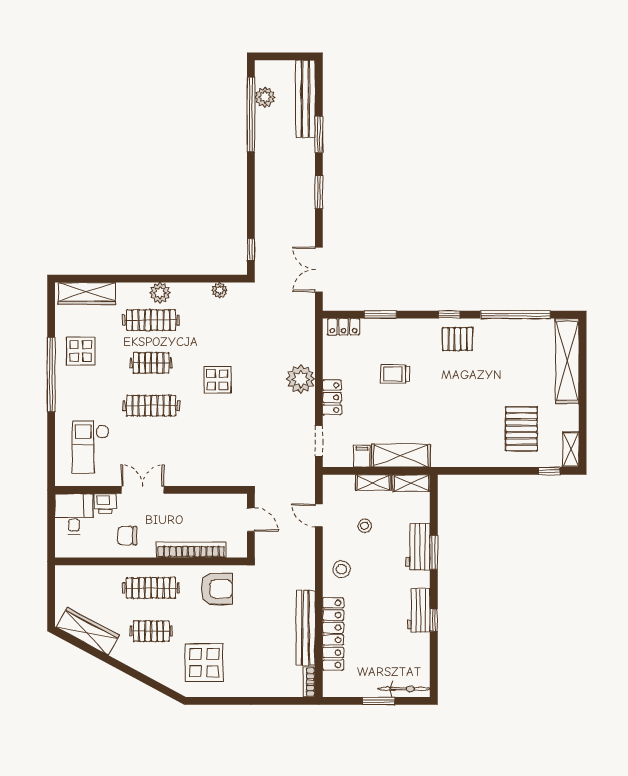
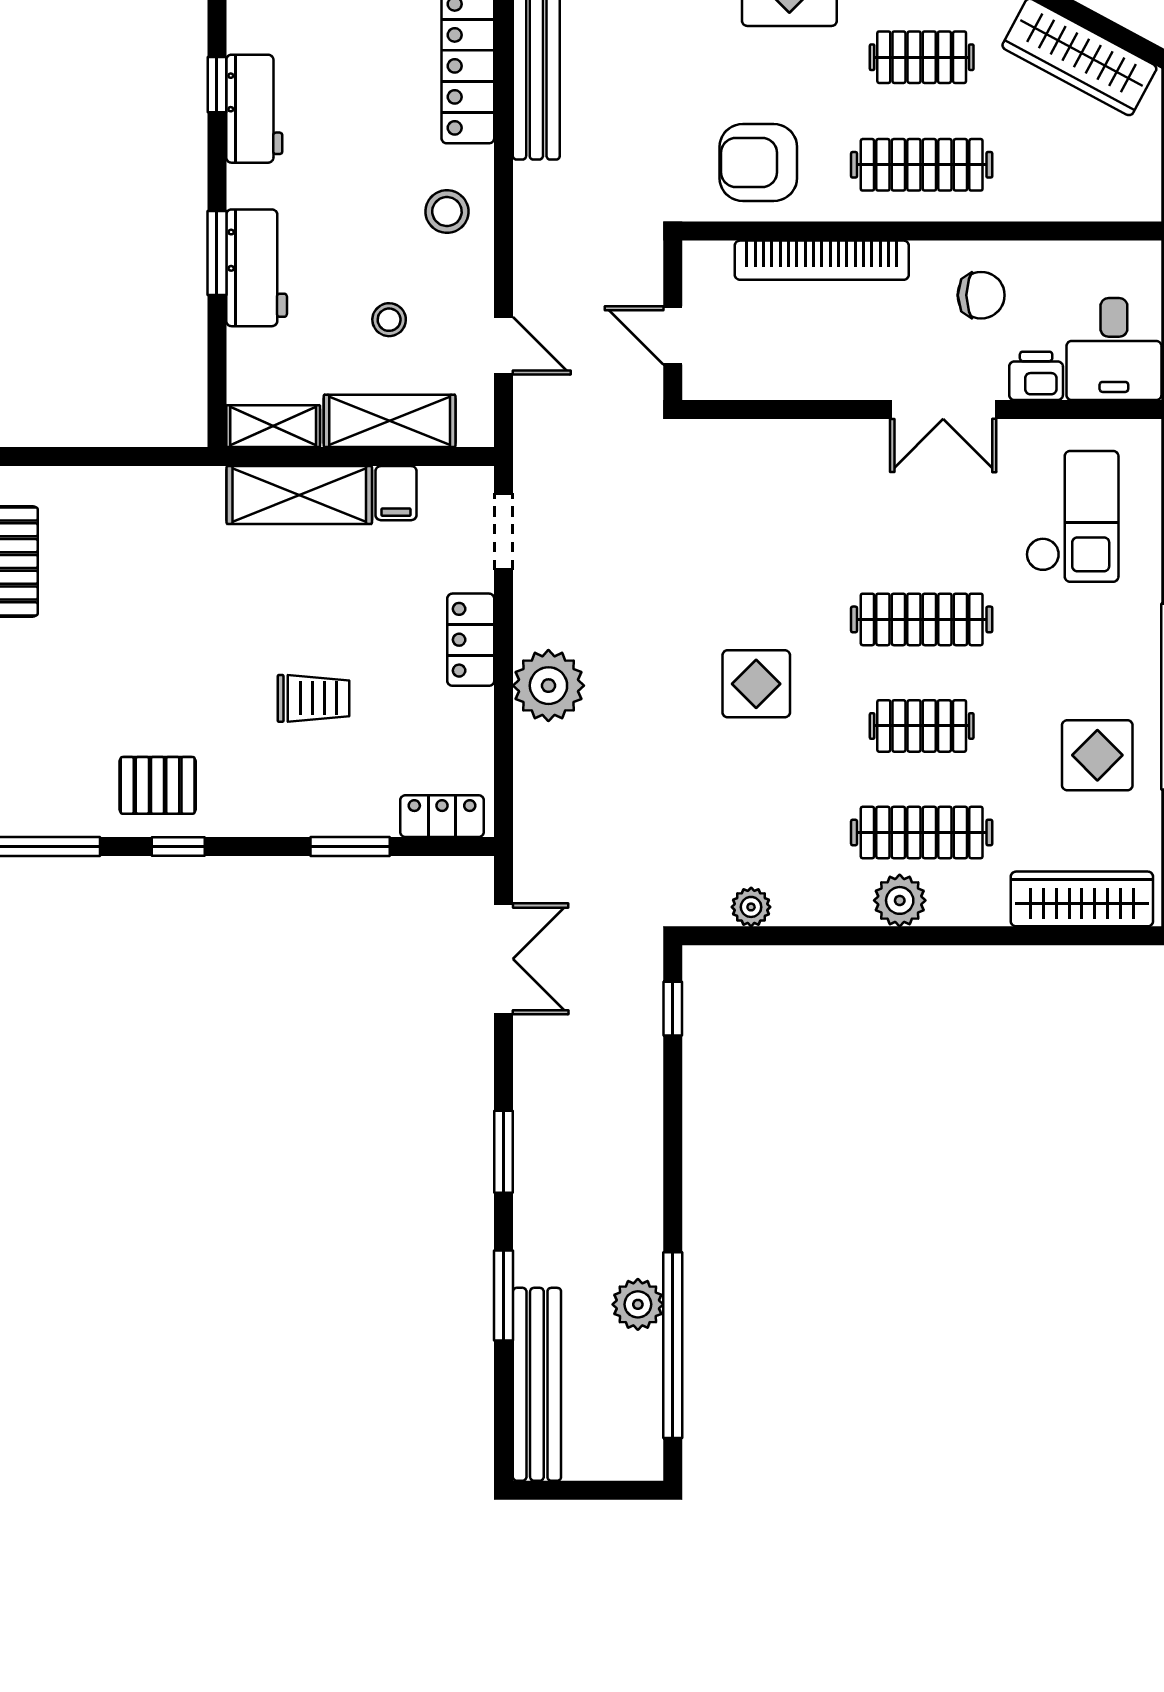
plant: (265, 97) -> (638, 1304), moved
shelving: (373, 483) -> (390, 421), width x1.50, depth x1.33

